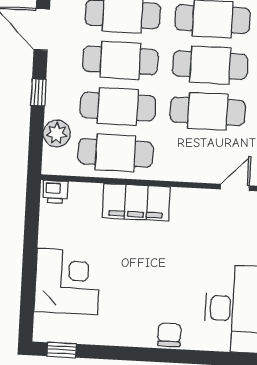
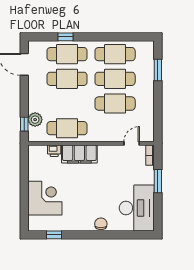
window: (38, 92) -> (24, 124), moved
cafe table: (118, 107) -> (67, 104), removed
printer: (55, 192) -> (54, 151), moved
window: (62, 350) -> (54, 235), moved

